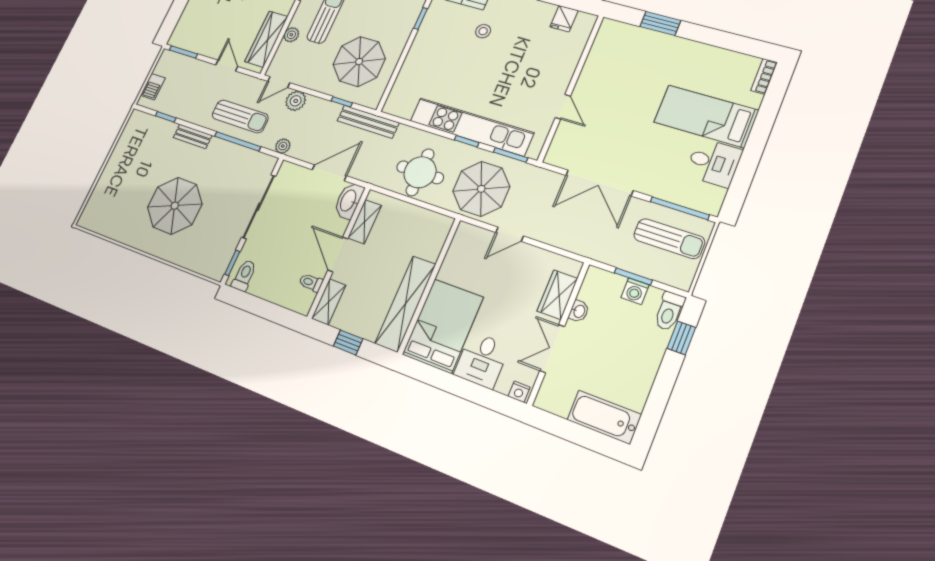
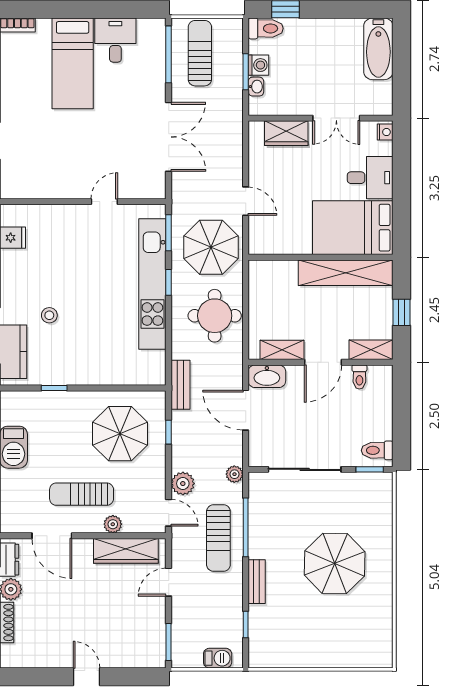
sun lounger: (240, 116) -> (218, 538), turned 180
bench: (368, 122) -> (180, 385), width x0.73
washbasin: (579, 311) -> (256, 87), moved, turned 90

